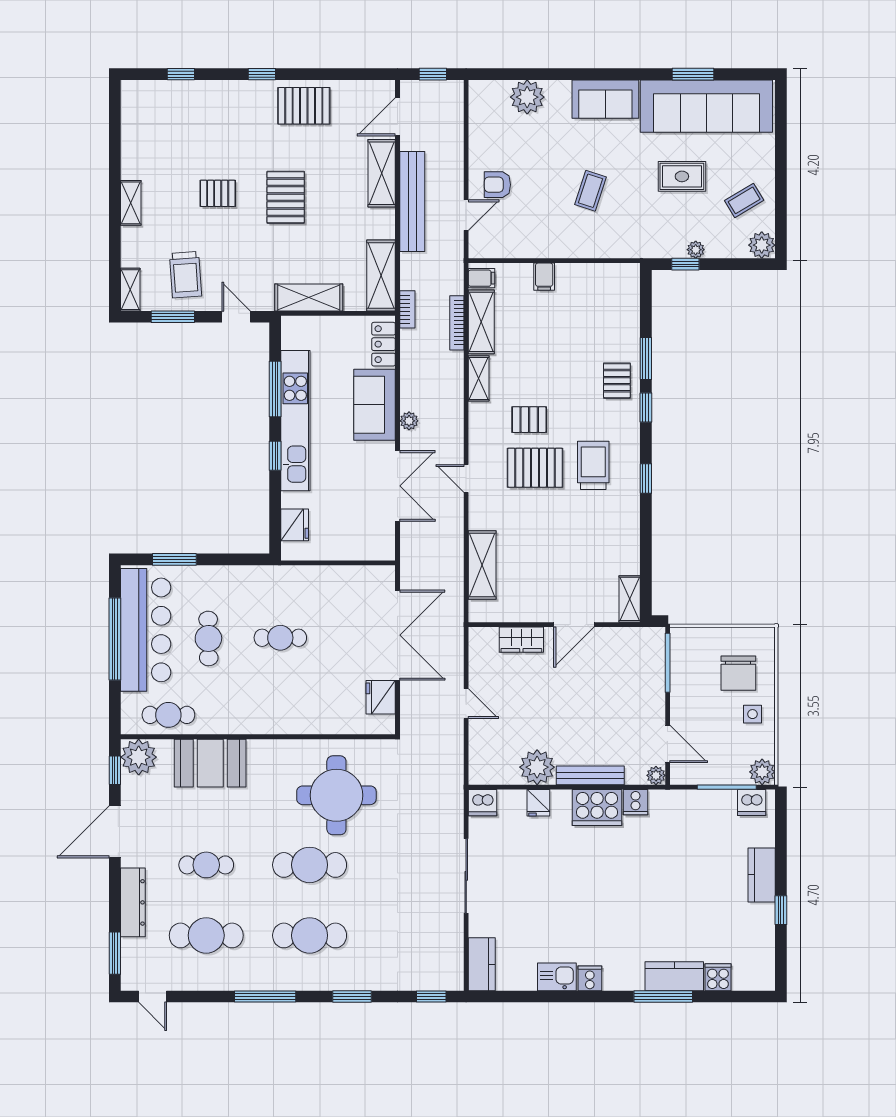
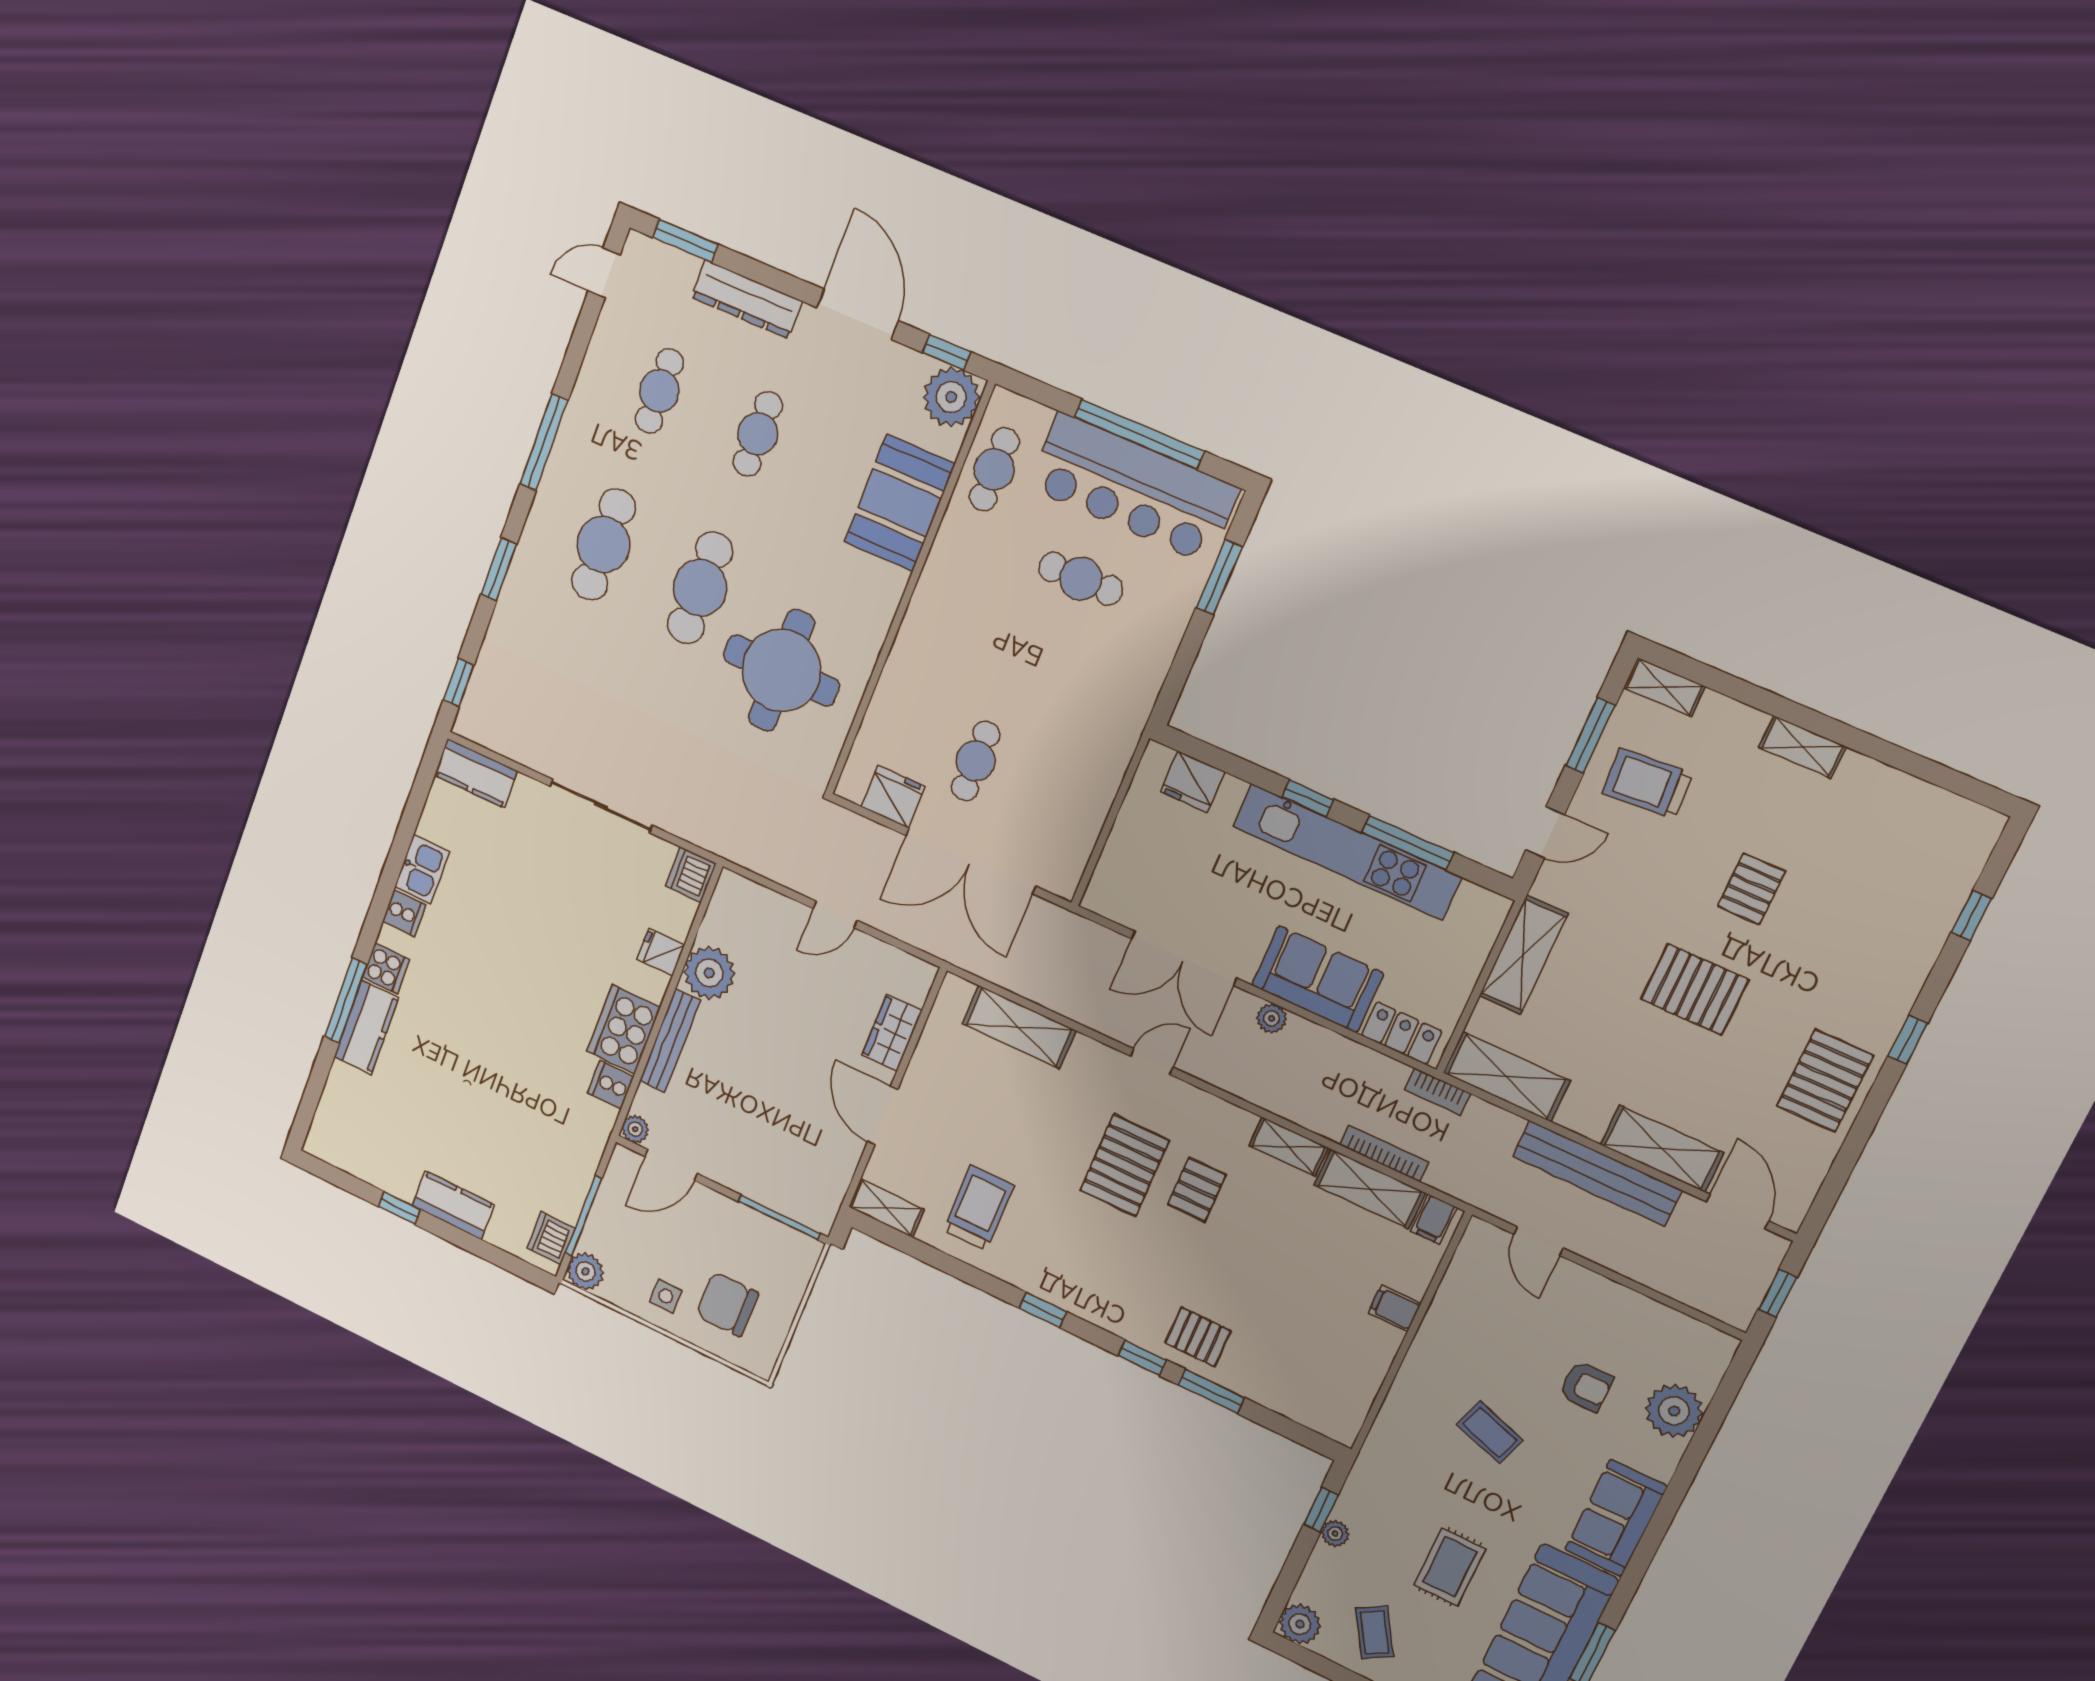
armchair: (497, 185) -> (1586, 1386), moved, turned 90
trolley: (593, 465) -> (979, 1208), moved, turned -90
cafe table: (280, 638) -> (976, 761), moved
cafe table: (206, 935) -> (659, 391), width x0.73, depth x0.74
cooker: (718, 977) -> (386, 968), moved

